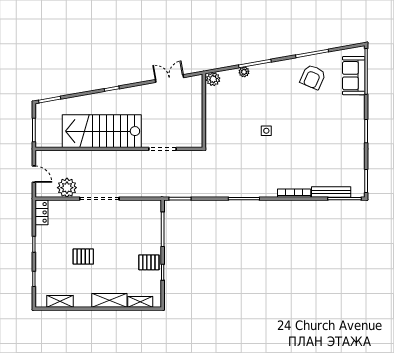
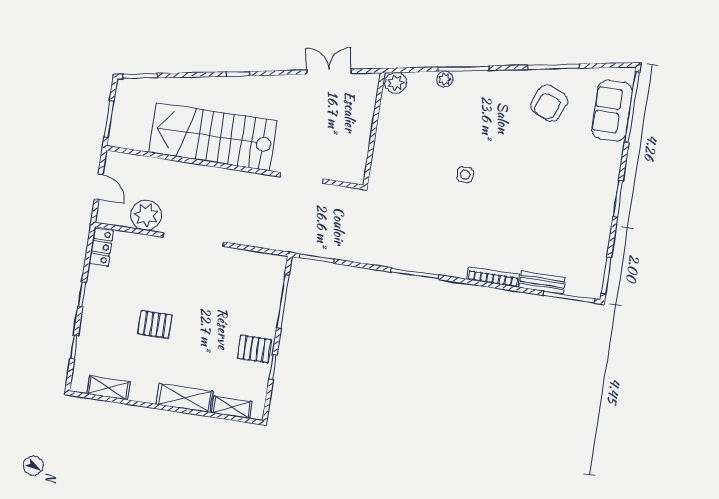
bench: (331, 192) -> (542, 282), width x0.73

